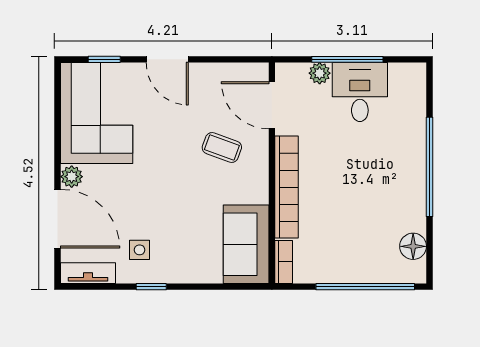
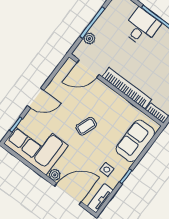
desk: (360, 92) -> (141, 27), moved, turned 90
coffee table: (222, 147) -> (86, 126), moved
sofa: (246, 244) -> (135, 141), moved, turned 90

